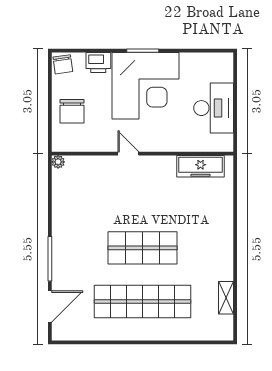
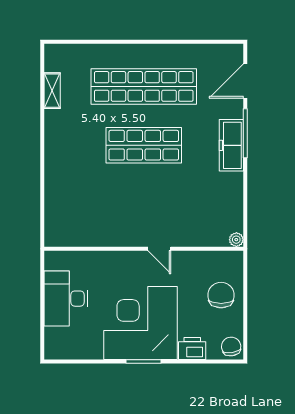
freezer: (201, 166) -> (231, 145), moved, turned -90

